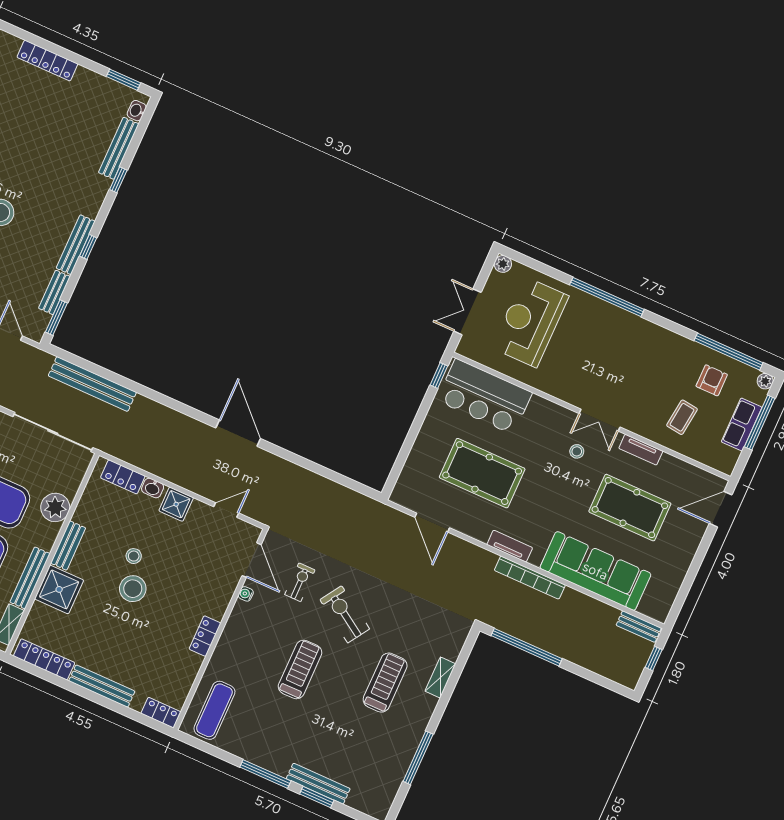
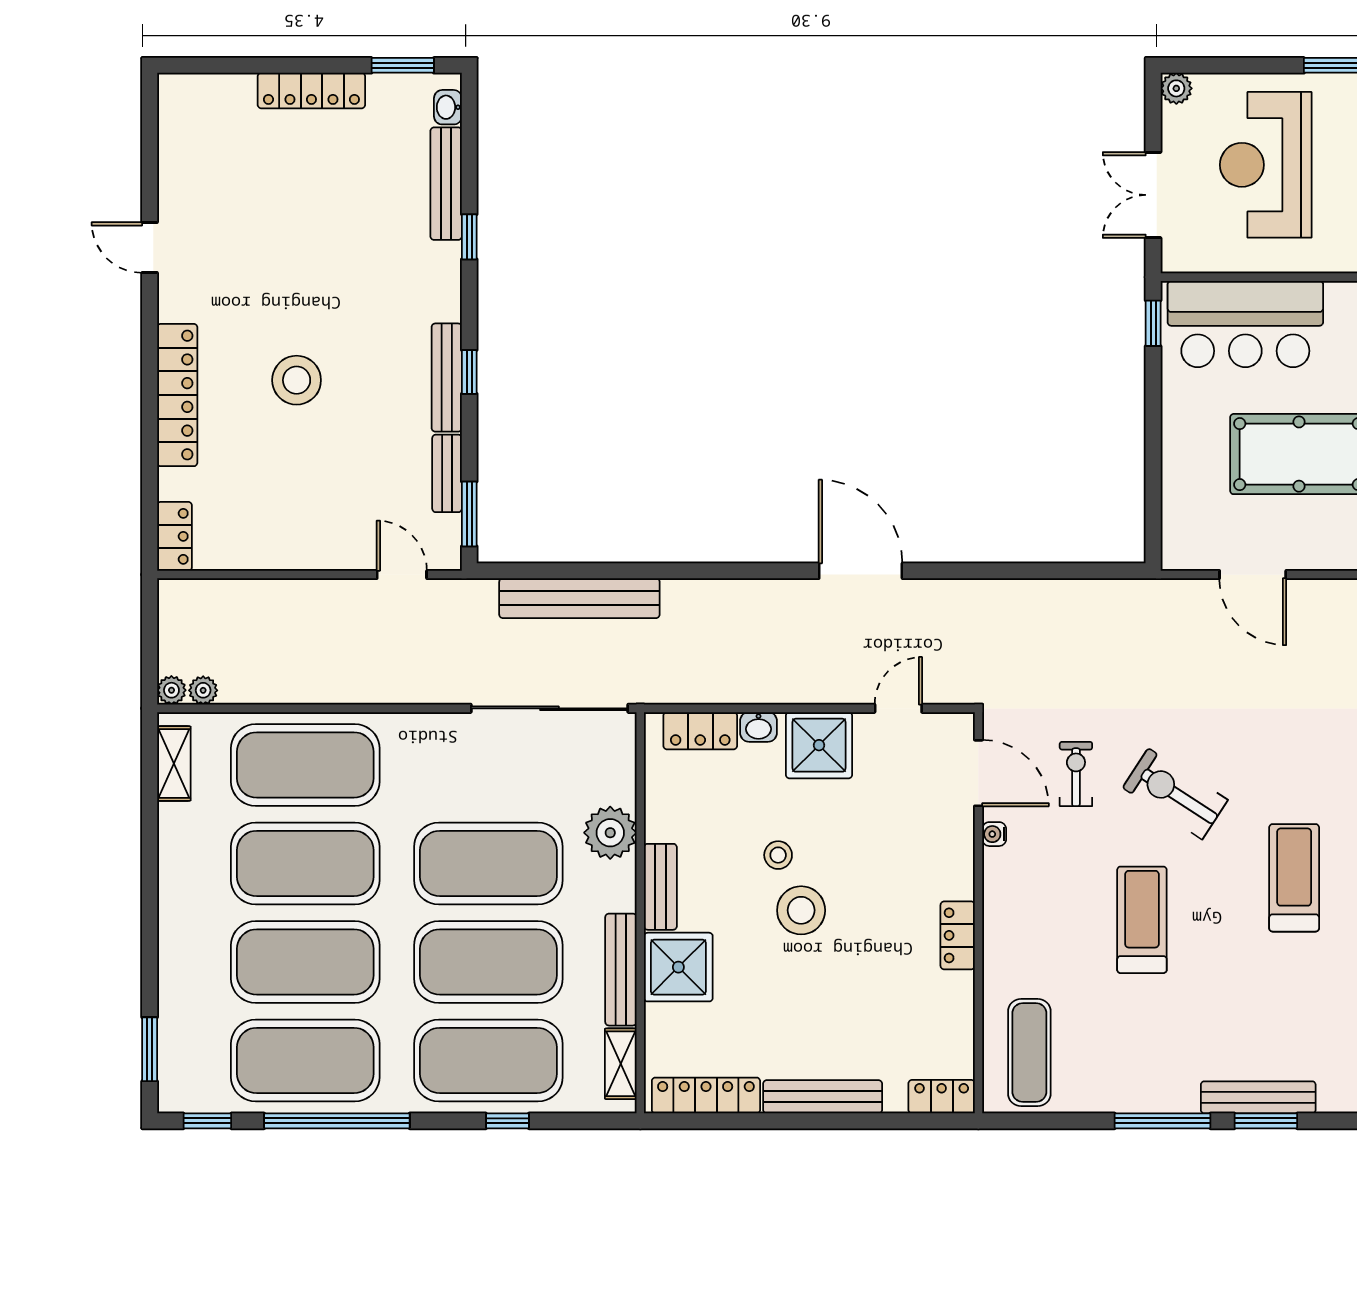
locker: (47, 61) -> (311, 91), moved
shower: (176, 504) -> (819, 745), width x1.36, depth x1.36

